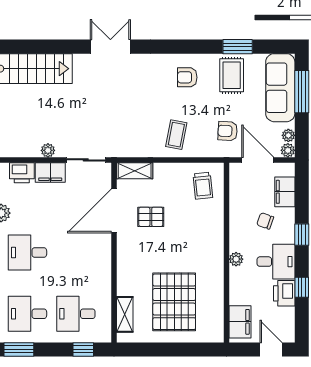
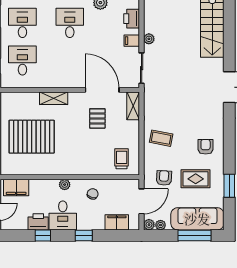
rug: (232, 75) -> (196, 179), moved
filing cabinet: (50, 172) -> (132, 41), width x0.50
trolley: (203, 186) -> (122, 159), turned 96
chair: (265, 221) -> (93, 194), moved
shelving: (125, 314) -> (54, 98), moved

